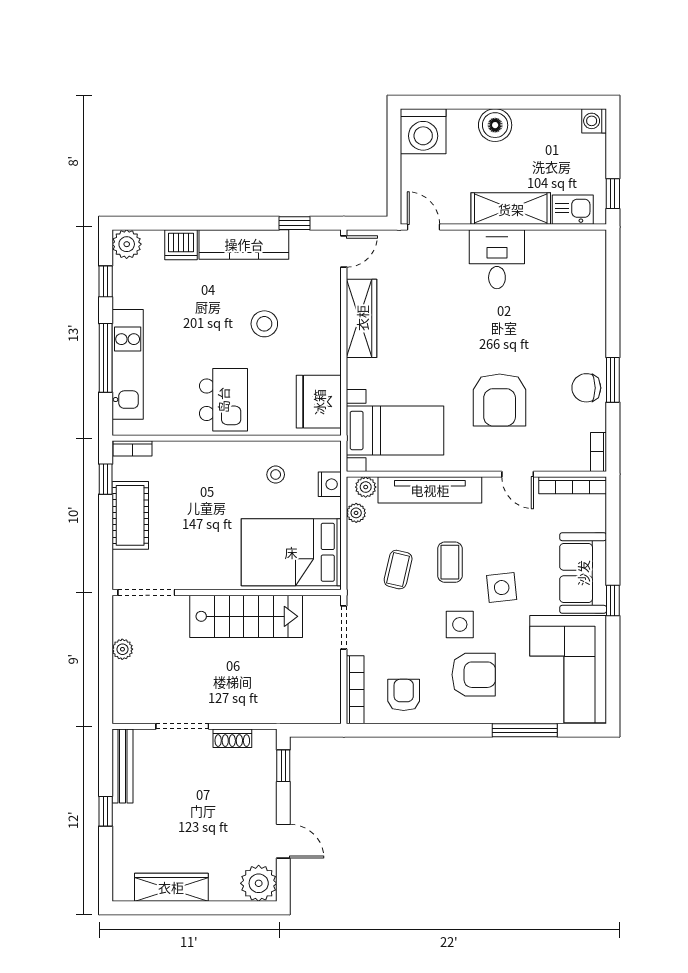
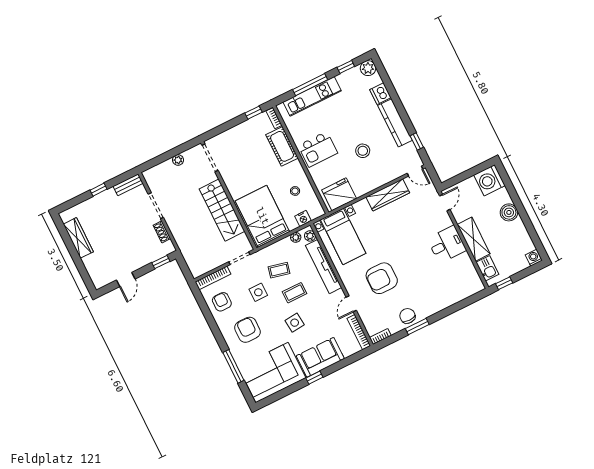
cot: (130, 515) -> (282, 146), moved, turned 90
side table: (460, 624) -> (258, 292), moved
armchair: (474, 675) -> (247, 330), turned 180
armchair: (404, 695) -> (222, 302), turned -90
bench: (123, 766) -> (128, 185), width x0.73
plant: (259, 883) -> (100, 278), removed

